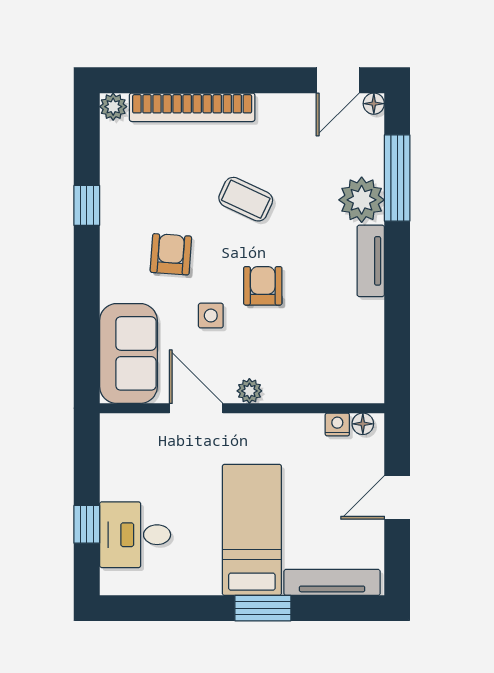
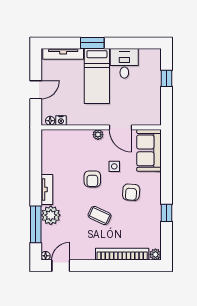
desk: (135, 535) -> (124, 63), moved, turned -90

